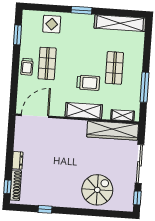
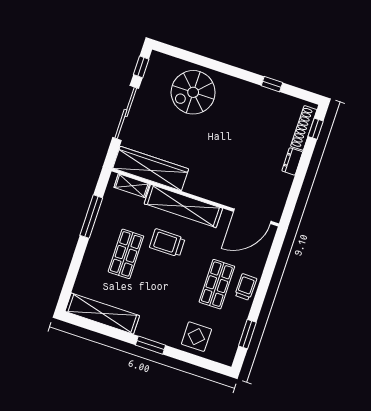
shelving: (84, 111) -> (183, 206), width x1.47

